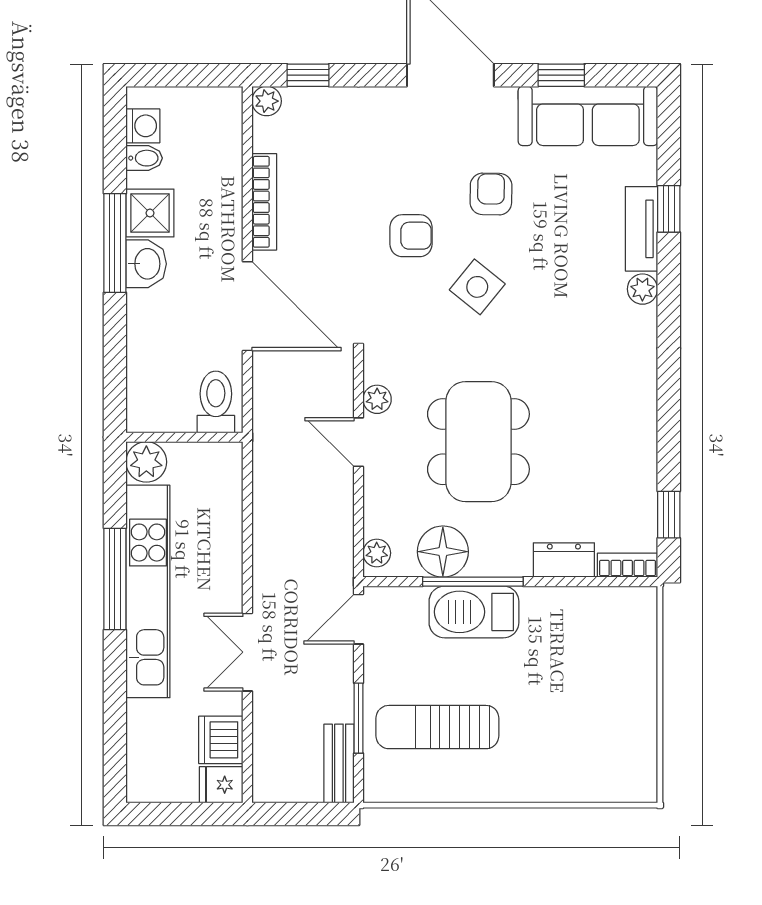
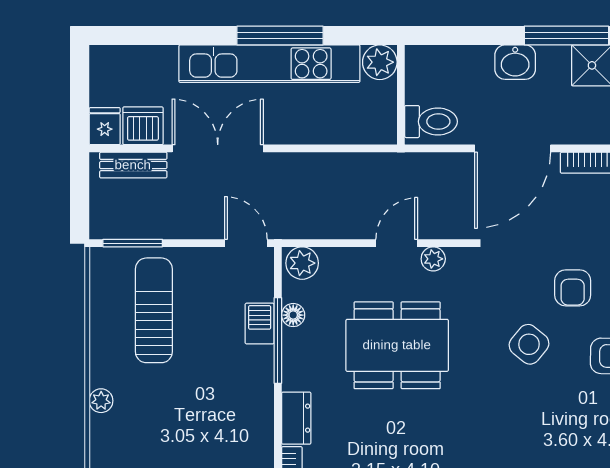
washbasin: (146, 264) -> (515, 62), moved
floor lamp: (443, 552) -> (293, 315), width x0.53, depth x0.53
plant: (377, 553) -> (302, 263), width x1.38, depth x1.38
barbecue: (474, 612) -> (260, 324), width x0.53, depth x0.65
double door: (247, 652) -> (218, 148), width x1.37
window: (358, 718) -> (133, 243), moved
bench: (339, 764) -> (133, 165), moved
plant: (543, 789) -> (101, 401), added

